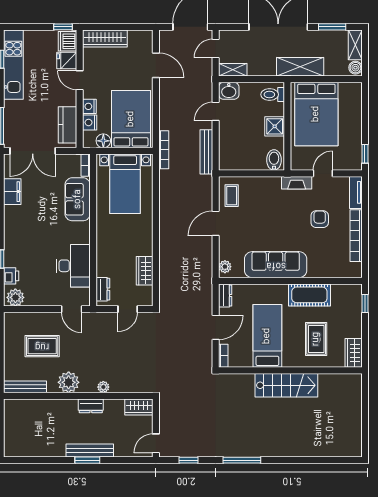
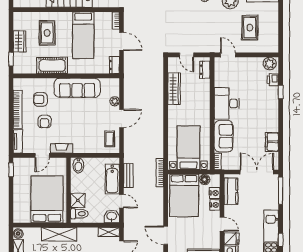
door: (216, 111) -> (121, 201), hinge flipped
shower: (275, 126) -> (78, 200), moved
bathtub: (228, 141) -> (112, 179), added
bench: (206, 152) -> (128, 176), width x0.73
armchair: (325, 249) -> (41, 99), added
desk: (73, 266) -> (227, 103), moved
plant: (225, 267) -> (115, 101), moved
wardrobe: (145, 271) -> (174, 89), width x1.50
door: (128, 309) -> (187, 55), swing flipped
door: (216, 327) -> (121, 41), swing flipped
rug: (42, 346) -> (250, 28), turned 90
wardrobe: (354, 353) -> (19, 41), moved

